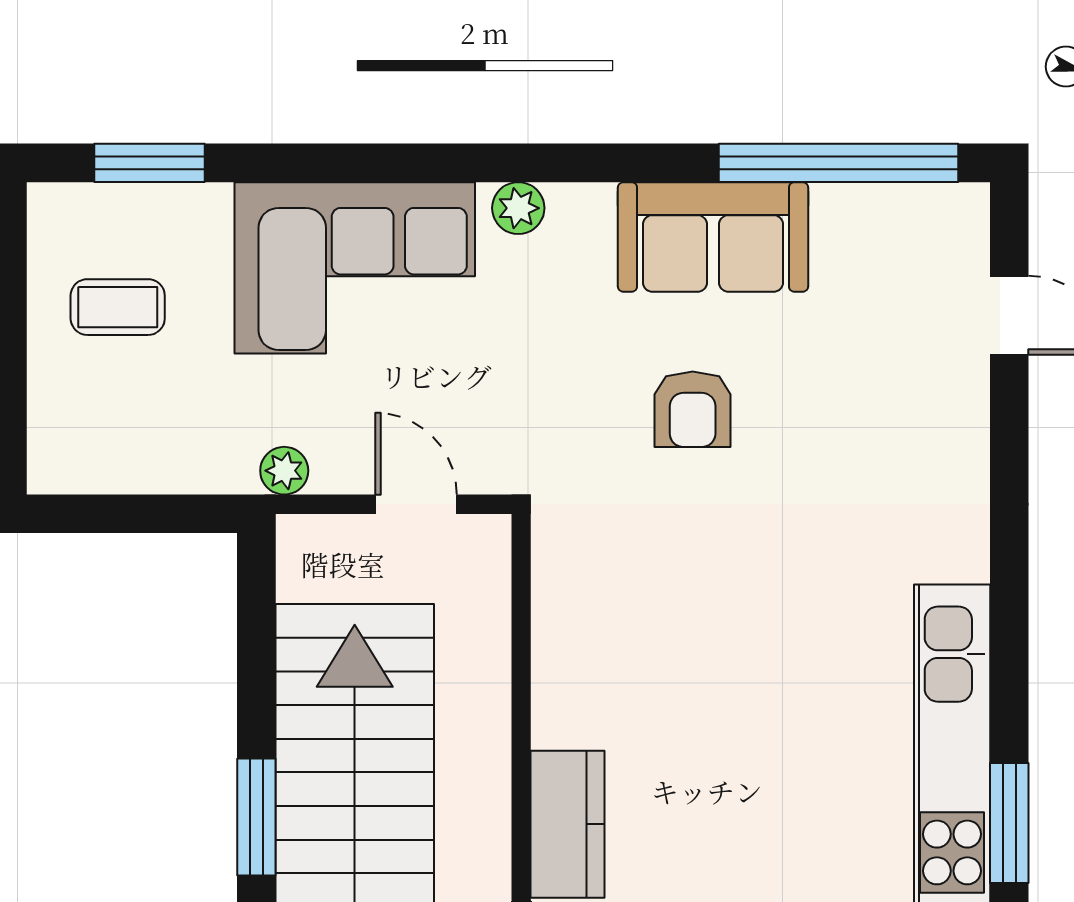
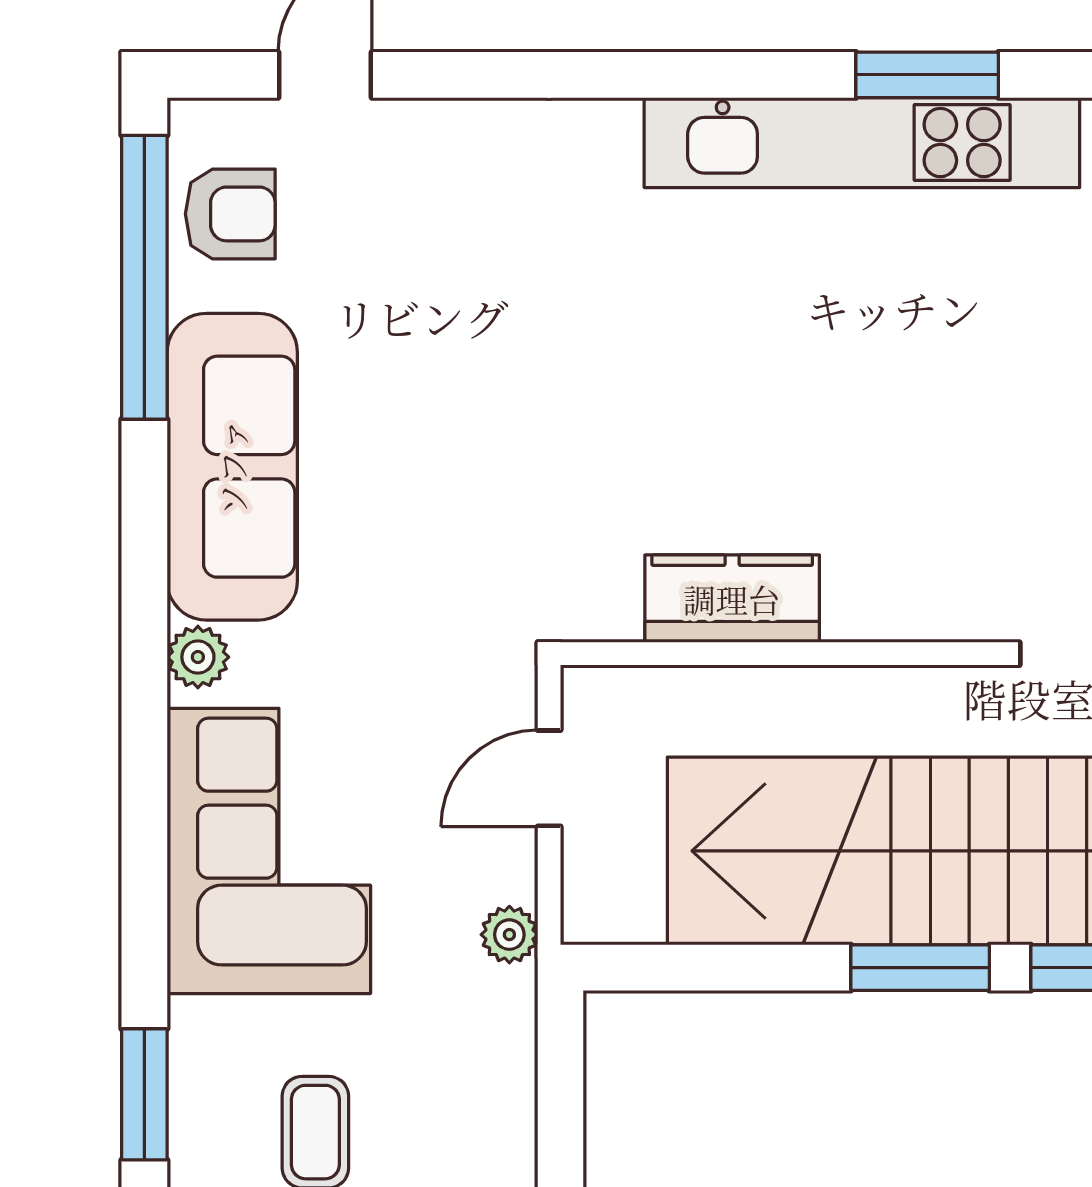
sofa: (713, 237) -> (232, 467), width x1.36
armchair: (693, 409) -> (230, 214), moved
kitchen counter: (568, 824) -> (732, 599), moved

